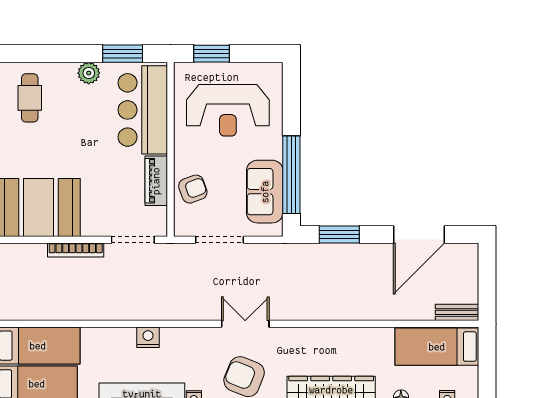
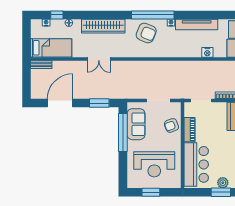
window: (123, 54) -> (221, 192), moved
window: (212, 54) -> (151, 192), moved
reception desk: (228, 110) -> (154, 164), turned 180
double door: (245, 324) -> (99, 59), moved
nightstand: (148, 337) -> (207, 52), moved

